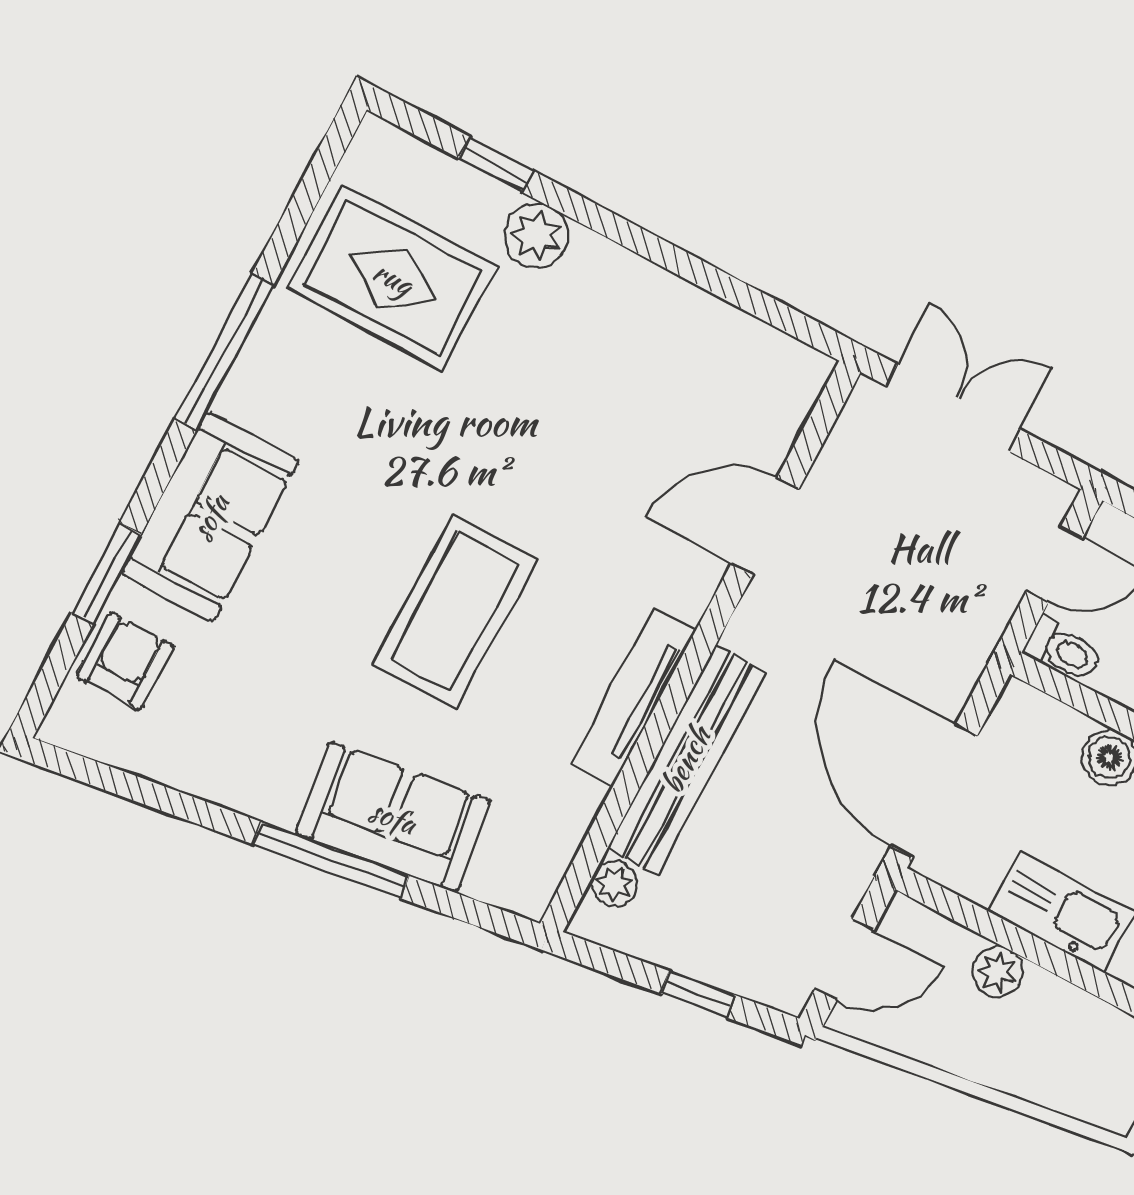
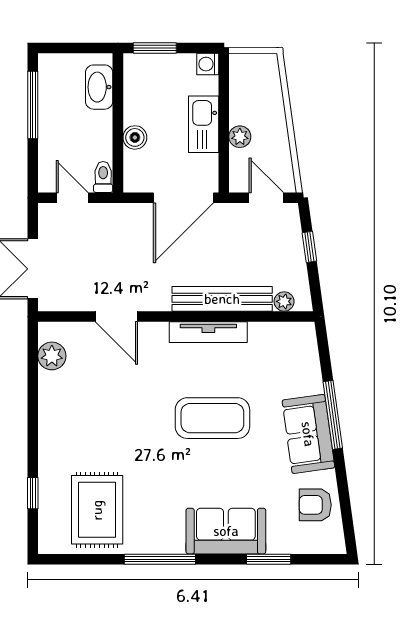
plant: (536, 236) -> (52, 356), moved
armchair: (125, 661) -> (315, 505), moved
sofa: (393, 817) -> (308, 434), moved

